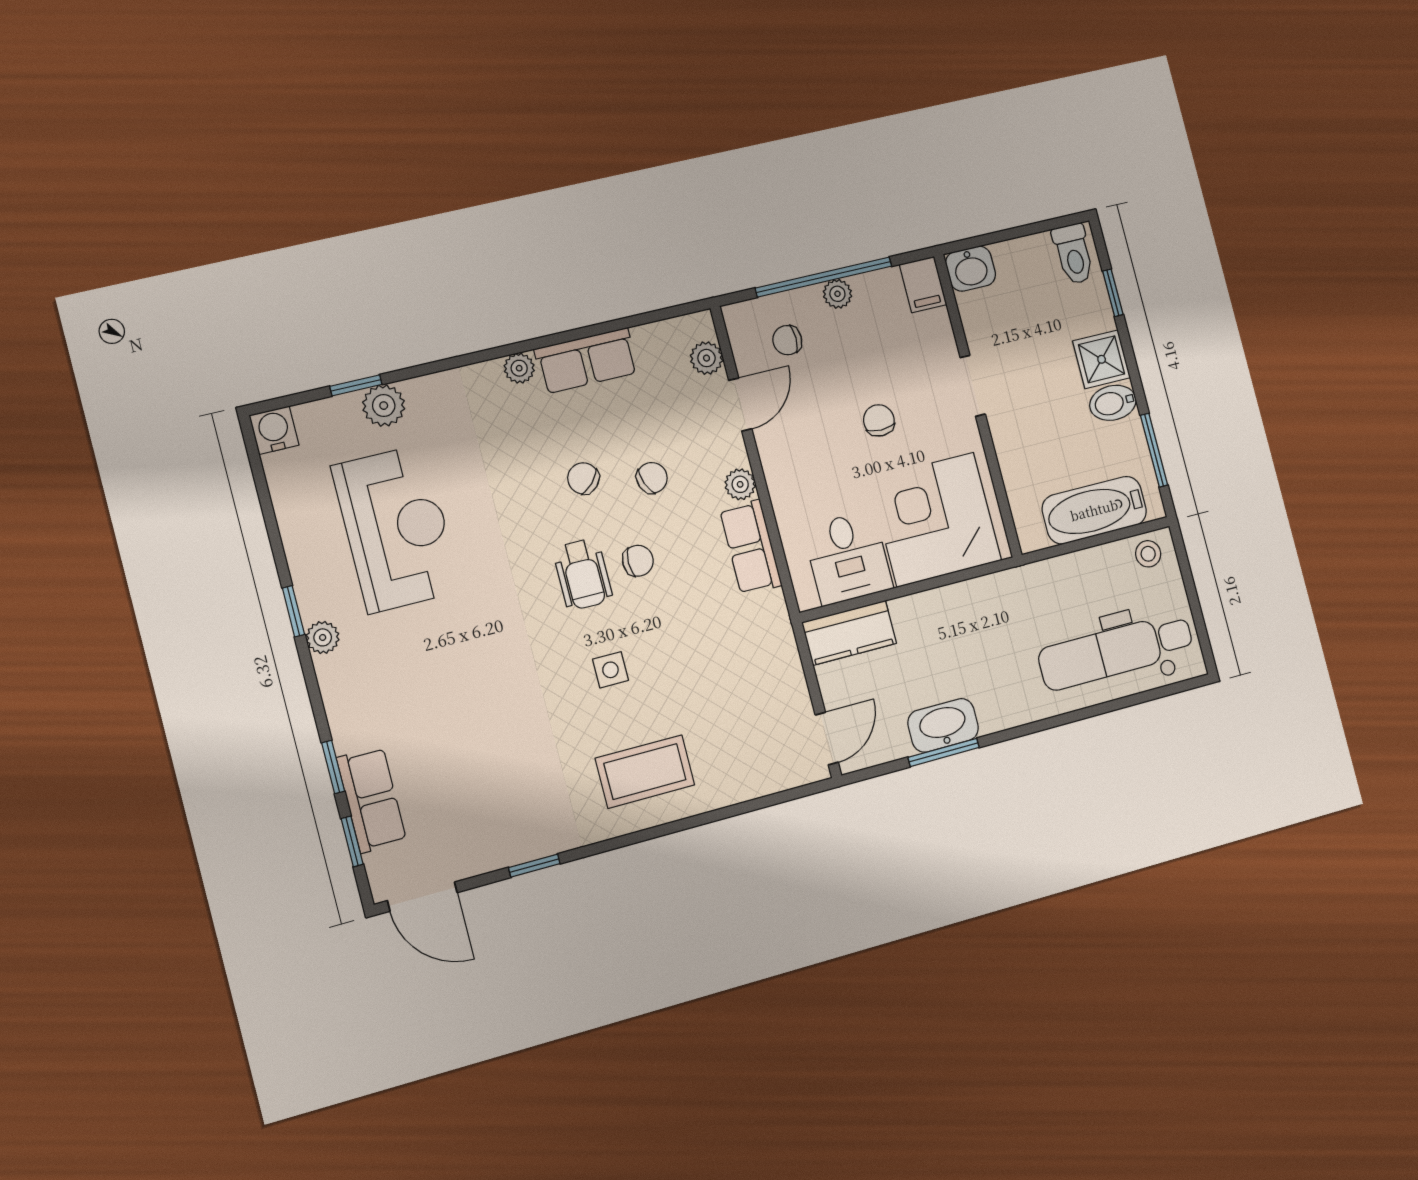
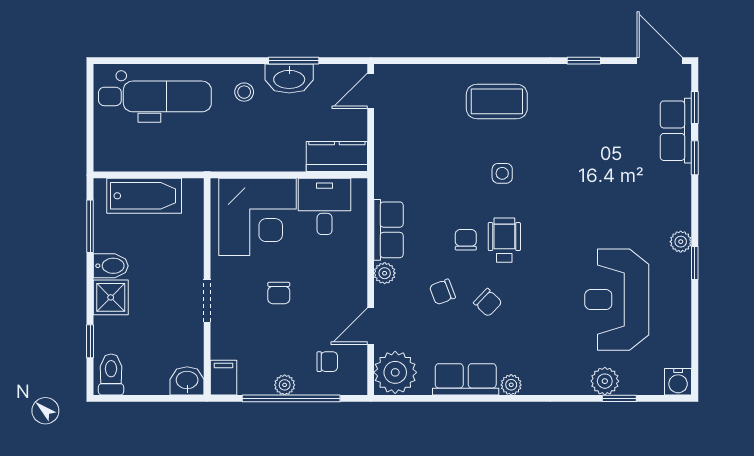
plant: (707, 358) -> (395, 372), width x1.88, depth x1.88
stool: (1148, 554) -> (244, 92), moved
chair: (638, 561) -> (466, 240), turned 90

